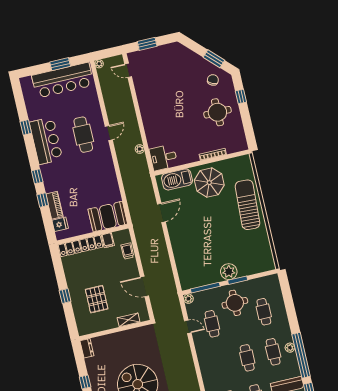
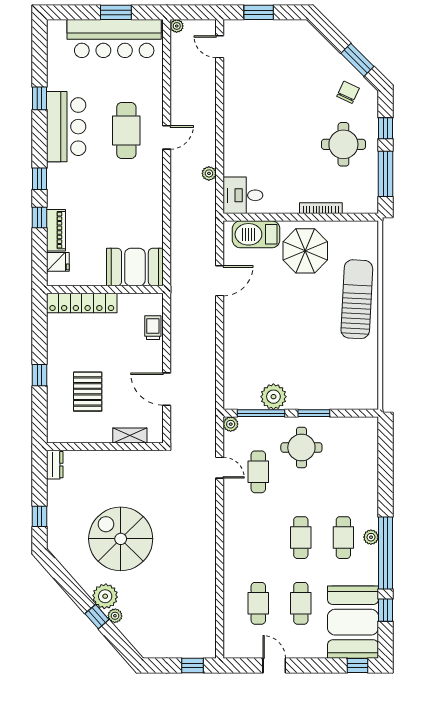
window: (247, 124) -> (386, 174), added
filing cabinet: (108, 240) -> (126, 304), removed
plant: (229, 272) -> (273, 397), moved
cafe table: (264, 312) -> (343, 472), removed

